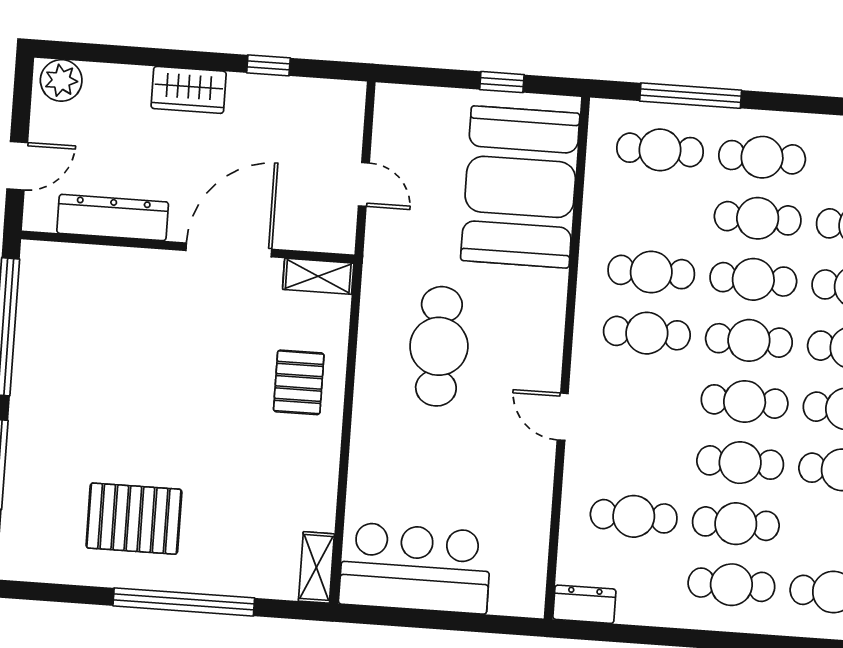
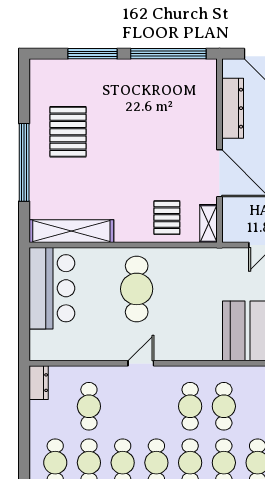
cafe table: (439, 346) -> (137, 289), moved, turned 90
pallet: (299, 382) -> (167, 218), moved, turned 90
shelving: (316, 567) -> (71, 231), width x2.20, depth x1.33

